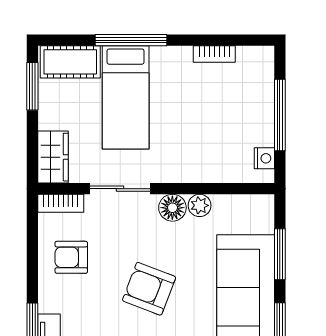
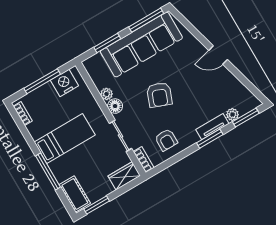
bookcase: (214, 54) -> (23, 114), moved
bed: (126, 97) -> (65, 139), moved
nightstand: (264, 158) -> (64, 83), width x1.89, depth x1.79

